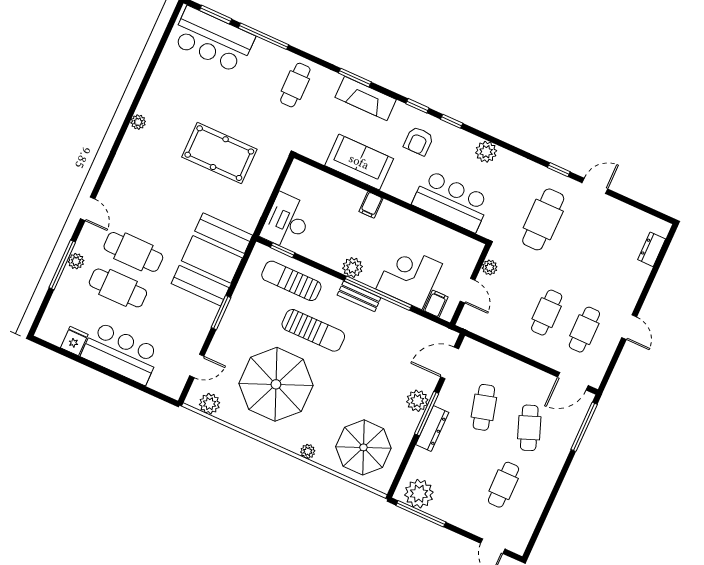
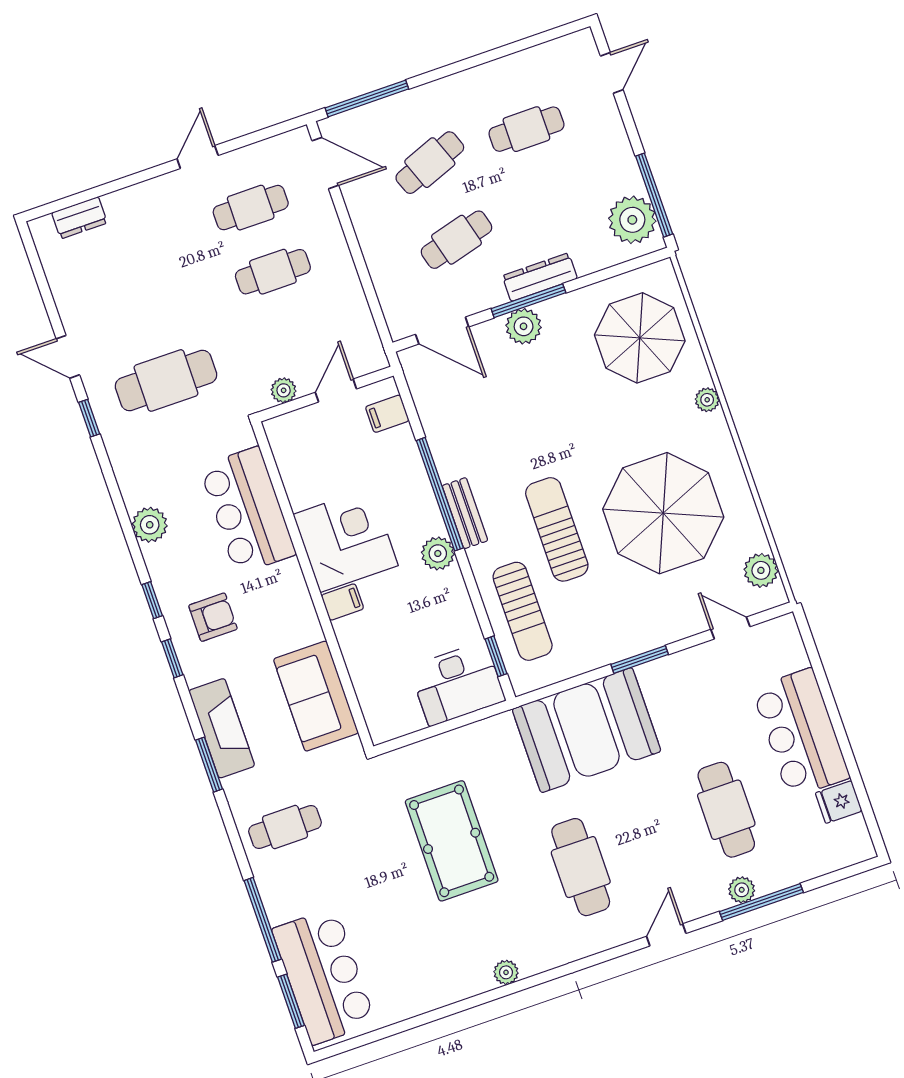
sofa: (359, 162) -> (316, 696), moved
cafe table: (133, 252) -> (581, 867), moved
corner desk: (409, 276) -> (346, 540), moved, turned 180

